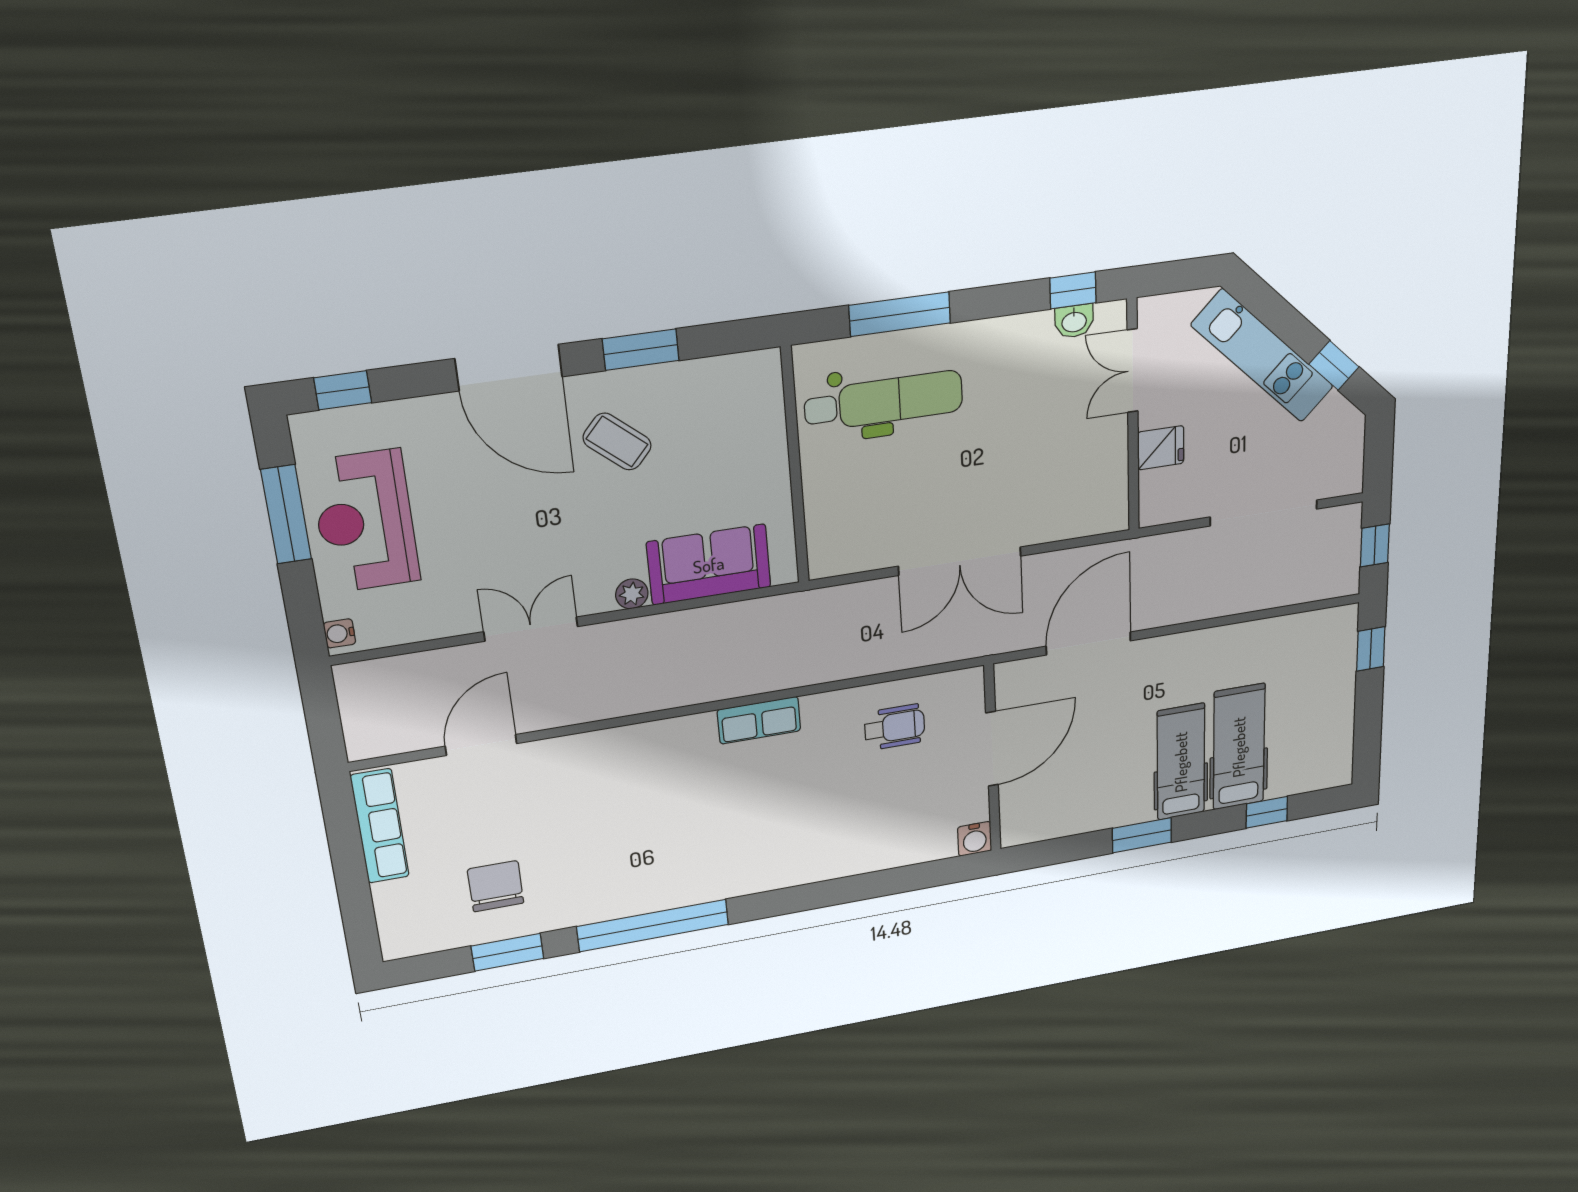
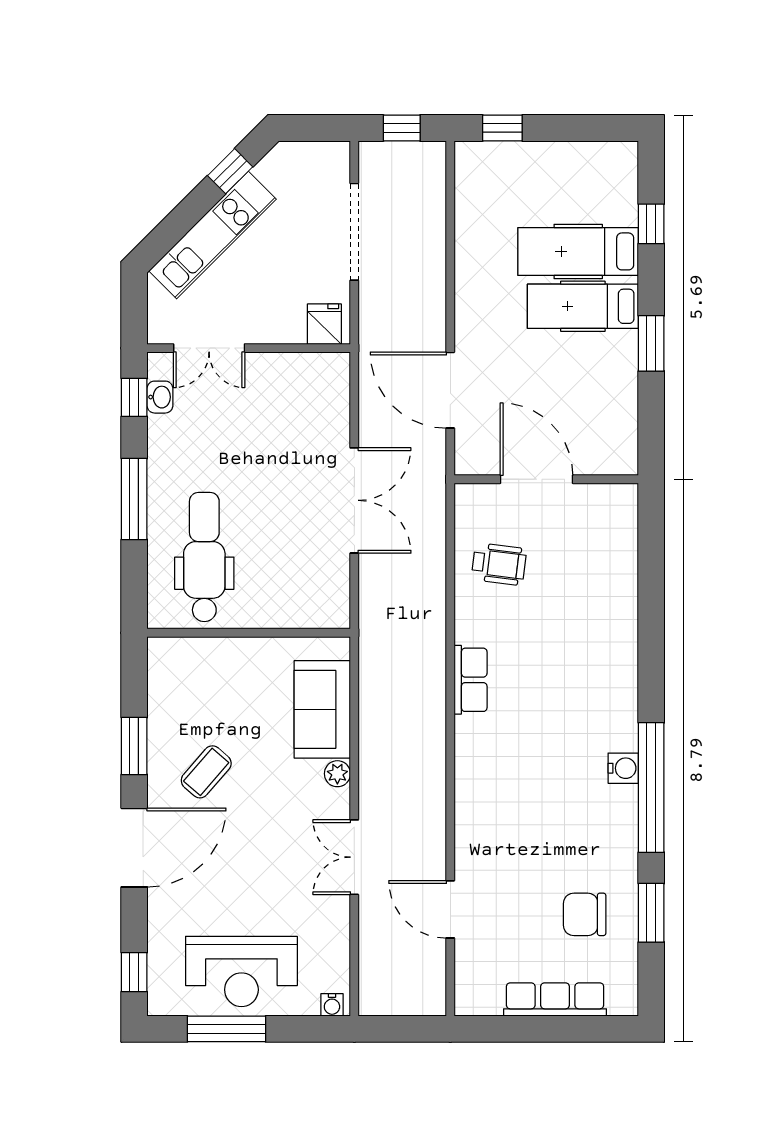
window: (900, 314) -> (134, 499), moved
fridge: (1161, 448) -> (324, 324), moved
wheelchair: (895, 727) -> (499, 564), turned 97
row of seats: (380, 826) -> (555, 999), moved
water cooler: (975, 839) -> (623, 768), moved

